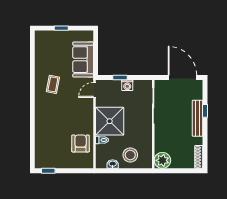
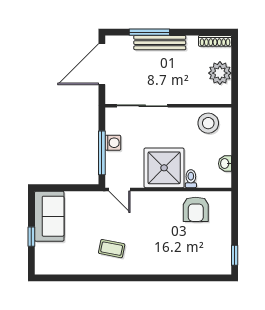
sofa: (83, 60) -> (49, 216), moved, turned -90
window: (120, 78) -> (102, 153), width x2.17
window: (205, 111) -> (149, 32), width x2.17
armchair: (81, 143) -> (196, 209), turned -90
stool: (130, 155) -> (208, 123), moved
plant: (162, 160) -> (220, 73), moved

